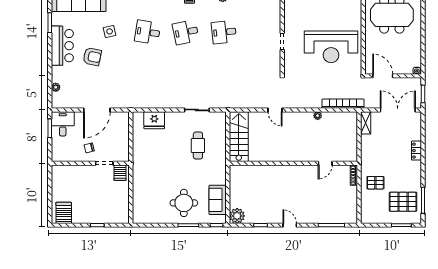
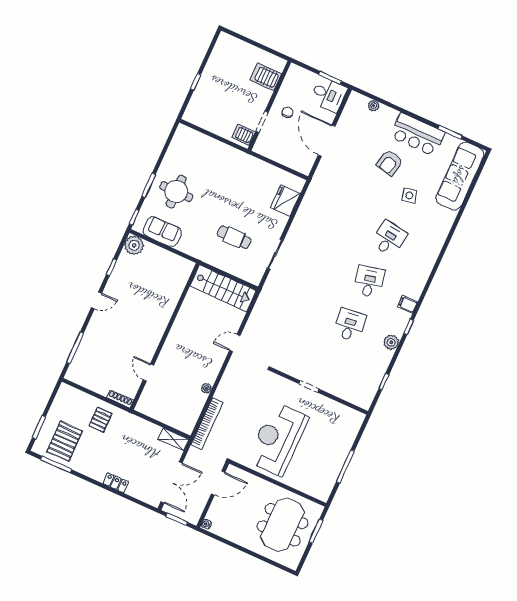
server rack: (64, 213) -> (266, 77), moved, turned 180

